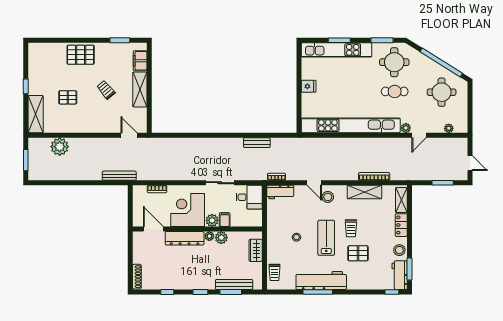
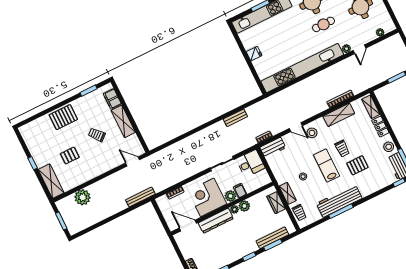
shelving: (272, 247) -> (288, 193), added

